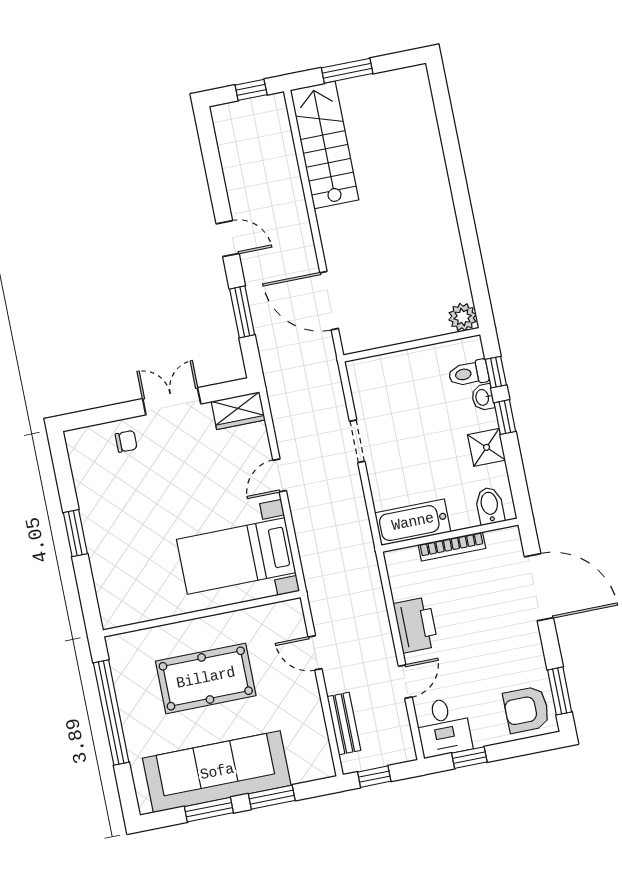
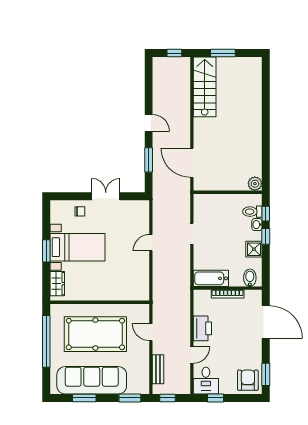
wardrobe: (238, 411) -> (57, 284), moved, turned -90
bed with nightstands: (236, 556) -> (77, 247), moved, turned 180
pool table: (206, 678) -> (95, 334), width x1.36, depth x1.32
armchair: (526, 710) -> (248, 380), turned 90
window: (272, 797) -> (130, 398), moved

